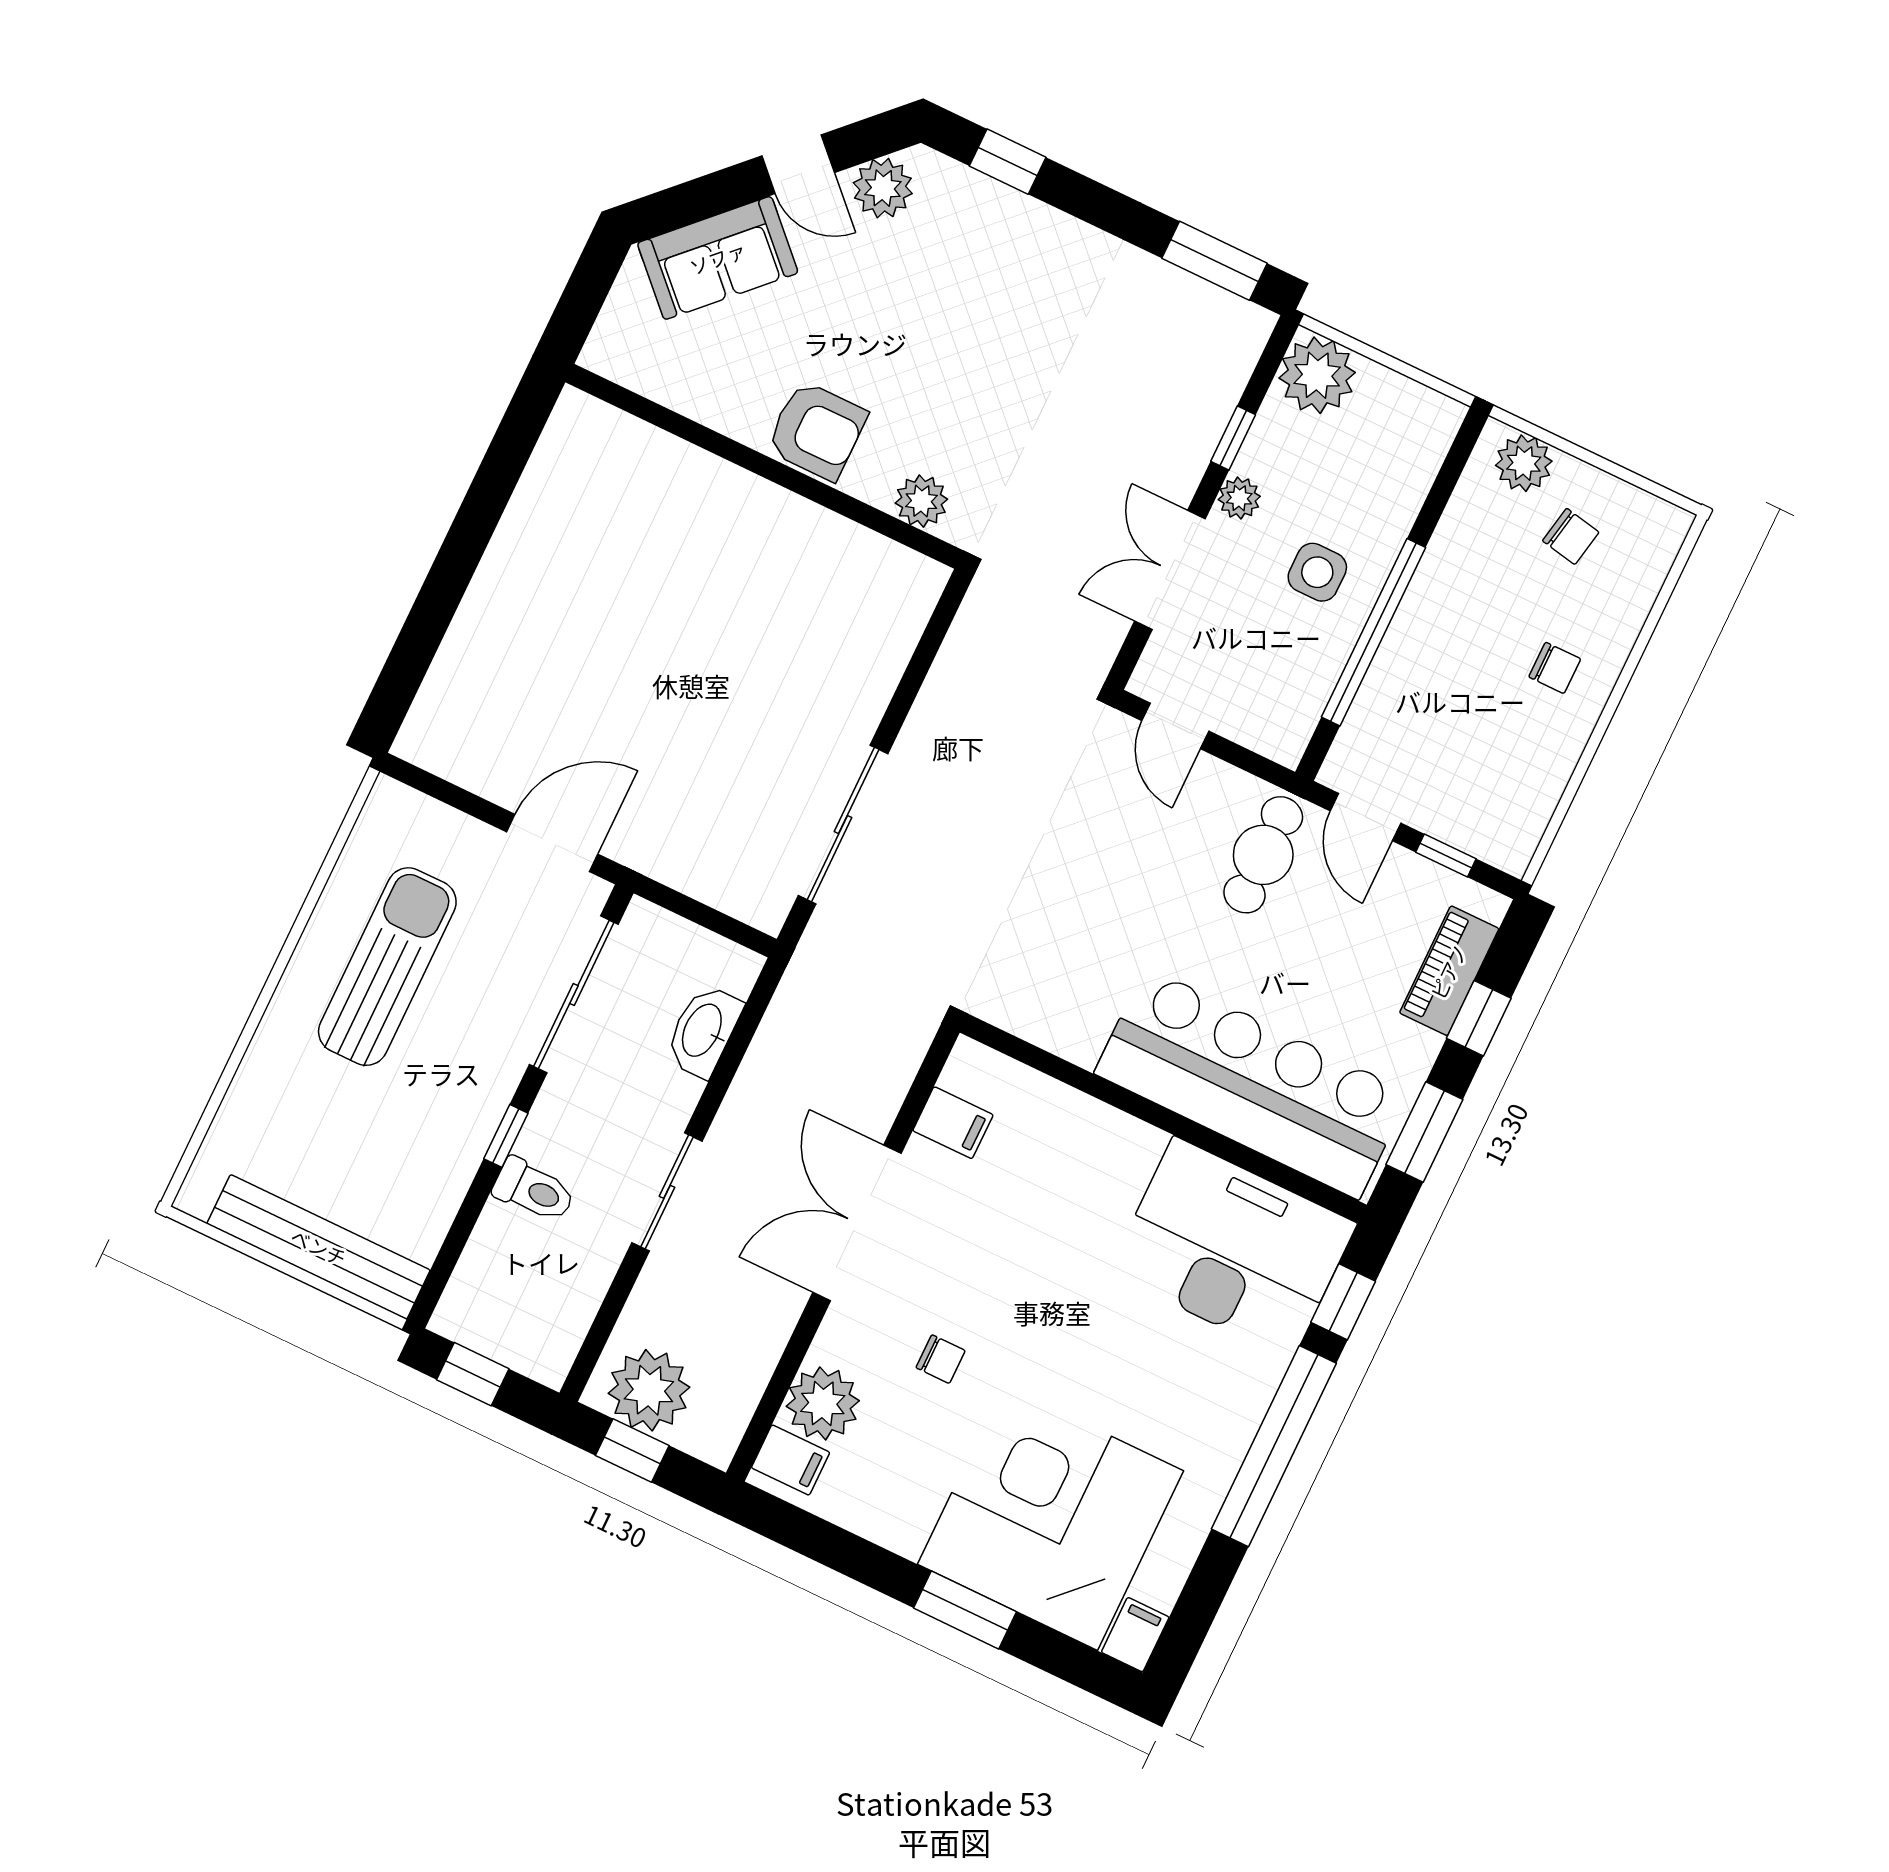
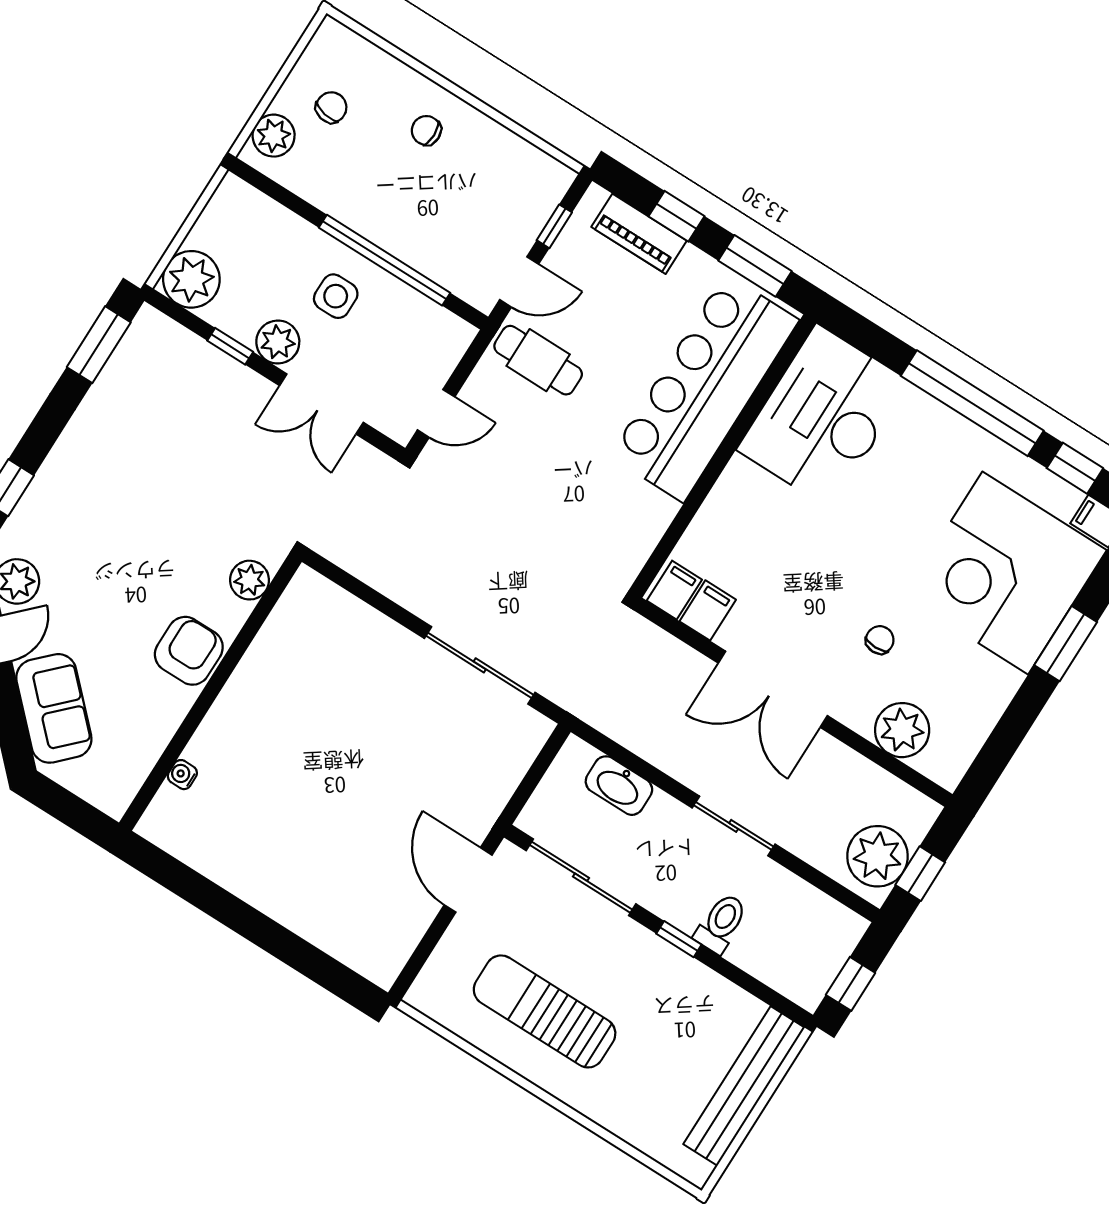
water cooler: (649, 441) -> (182, 775), added
plant: (1239, 498) -> (278, 342), width x1.38, depth x1.38
chair: (1555, 668) -> (426, 130), turned -90
window: (1343, 1302) -> (1075, 468), moved
filing cabinet: (791, 1460) -> (674, 590), moved

